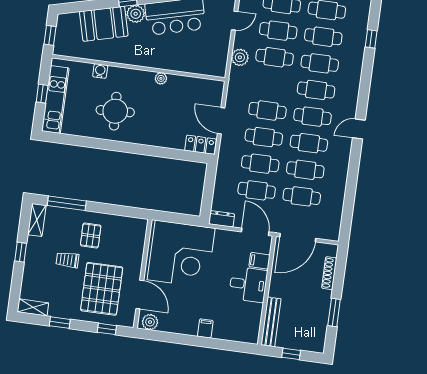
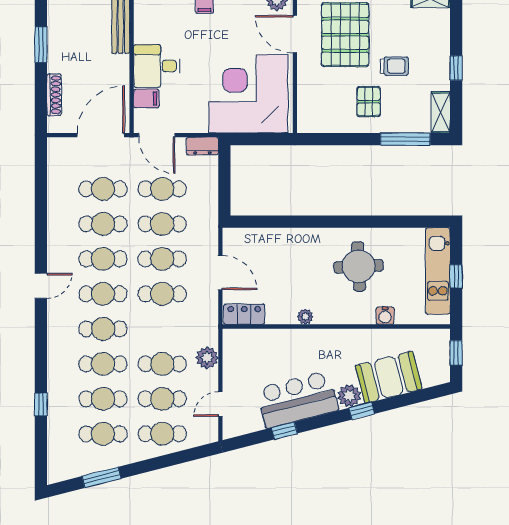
locker: (200, 145) -> (244, 314), moved, turned 180

